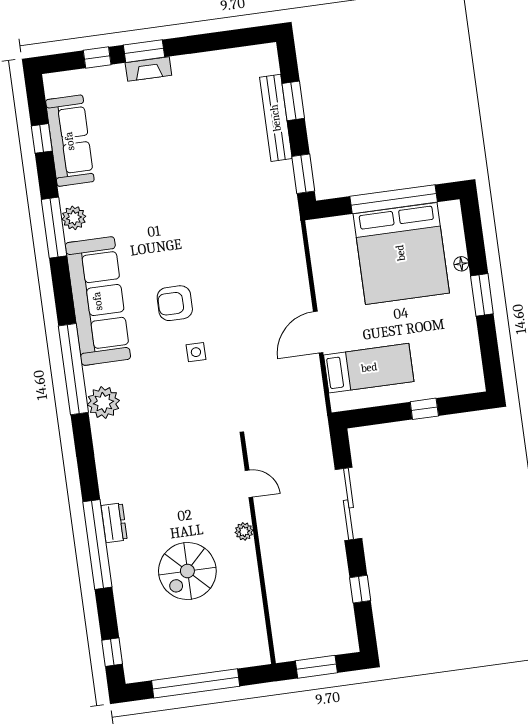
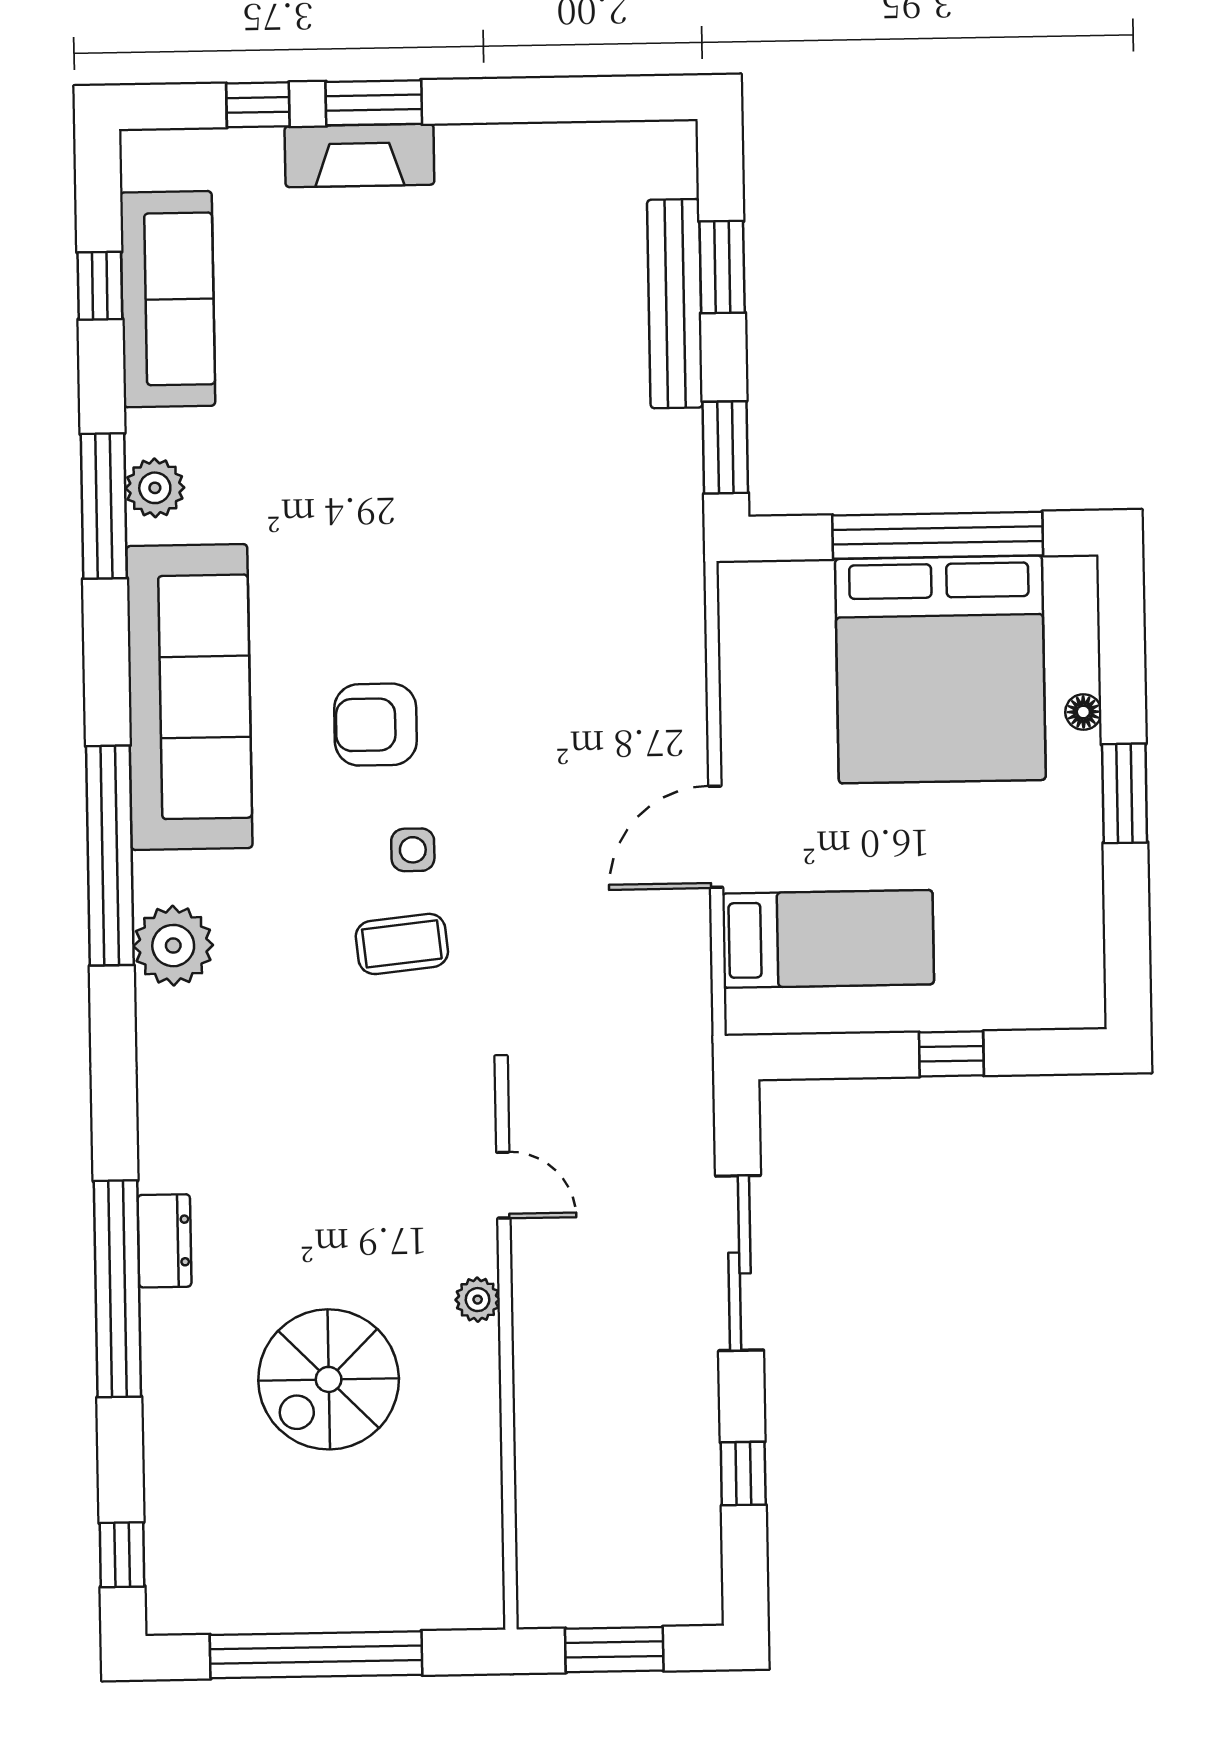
fireplace: (148, 69) -> (359, 155), width x1.37, depth x1.32
coffee table: (196, 391) -> (402, 944), added

